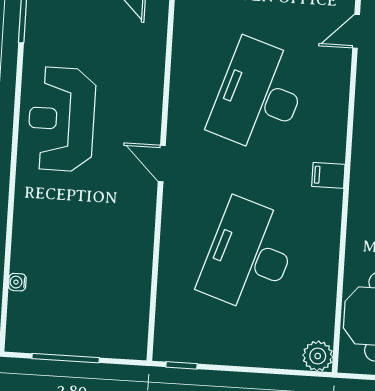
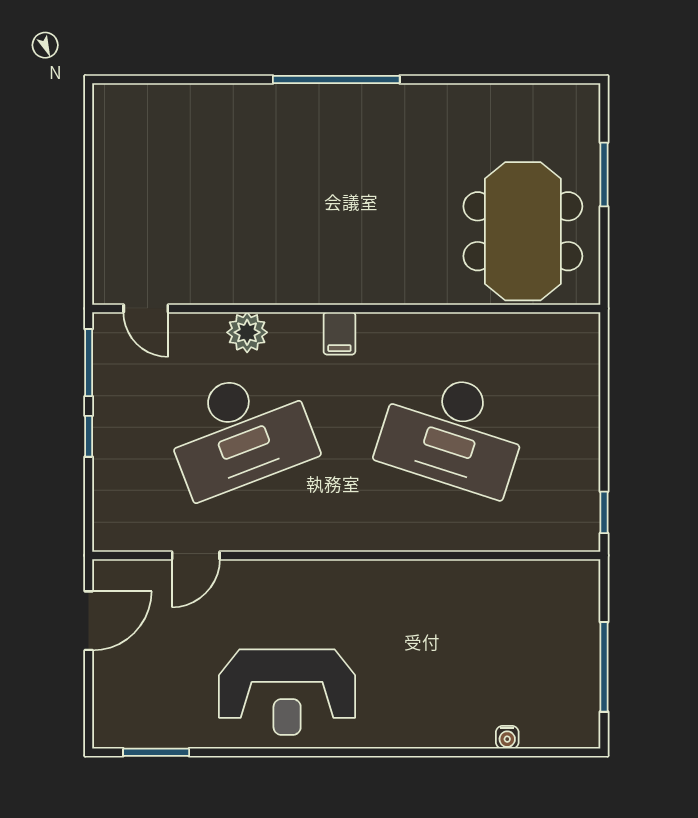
desk: (259, 96) -> (240, 432), turned -39
door: (162, 164) -> (196, 555), moved
plant: (318, 356) -> (247, 332), moved

